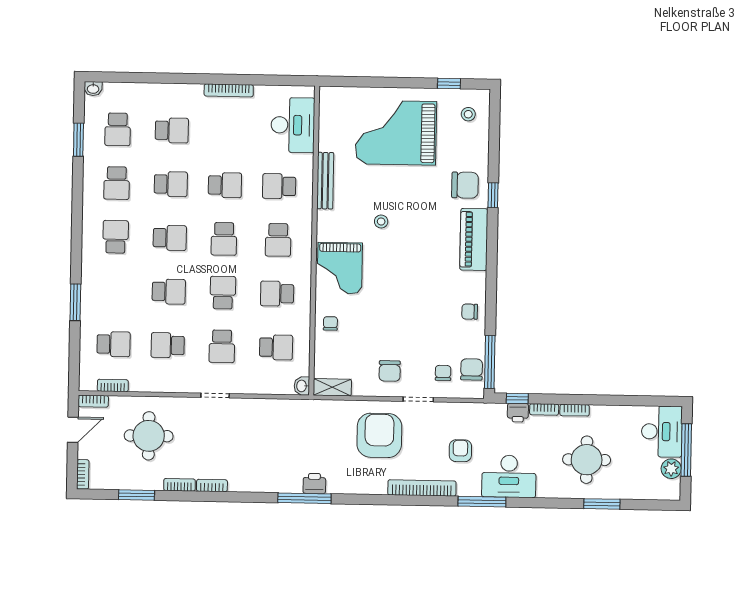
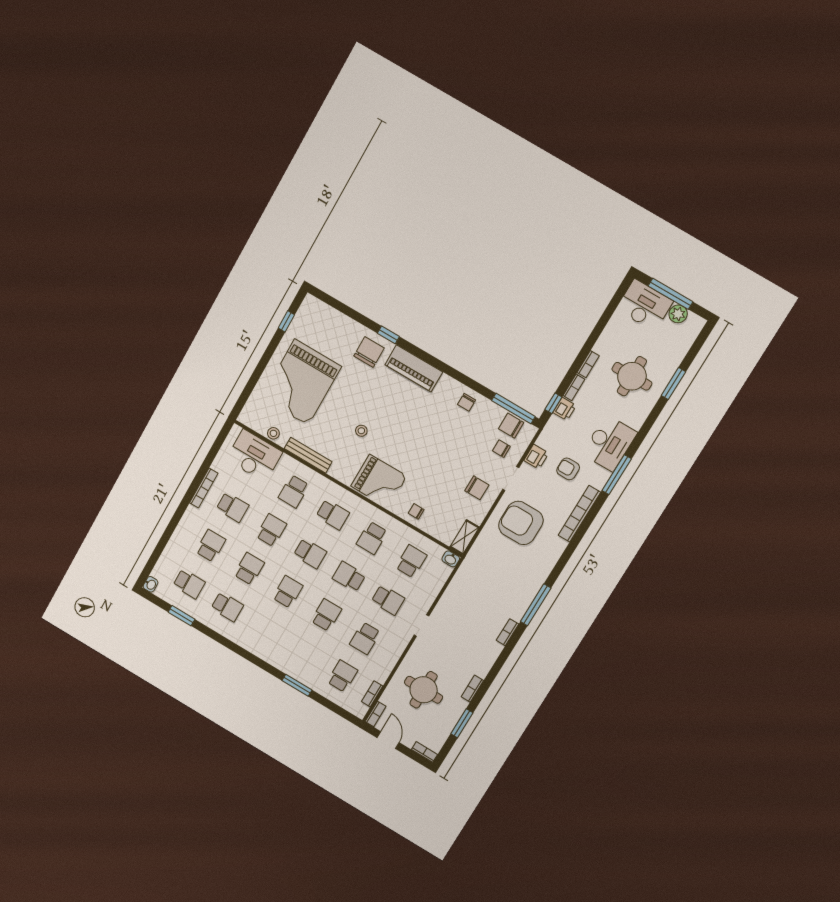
stool: (468, 114) -> (273, 433), moved
school desk: (116, 237) -> (233, 507), moved, turned 180
printer: (314, 484) -> (536, 457), moved, turned 180
bookcase: (212, 486) -> (508, 632), moved

